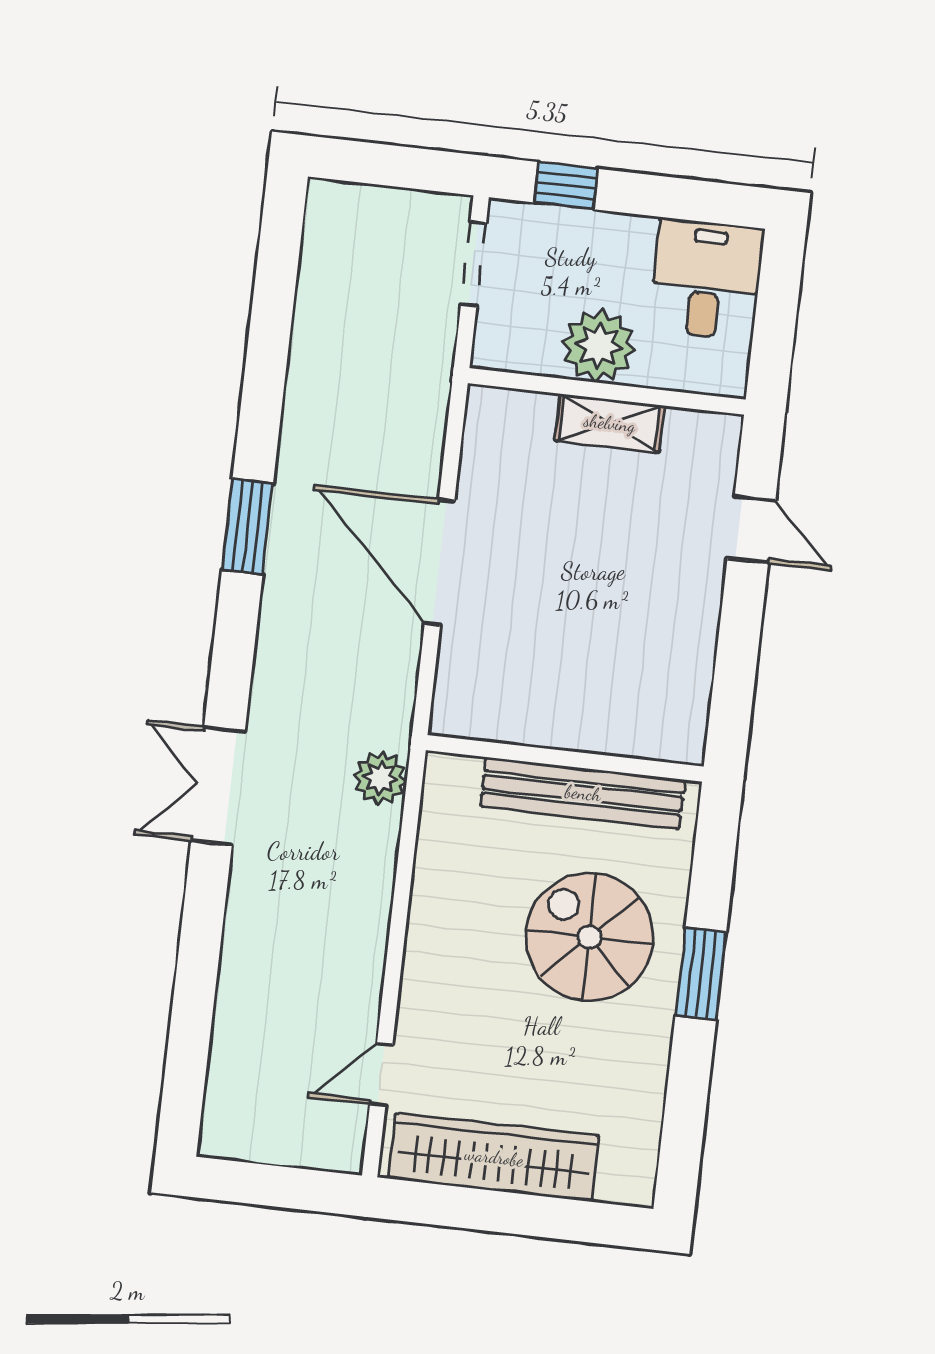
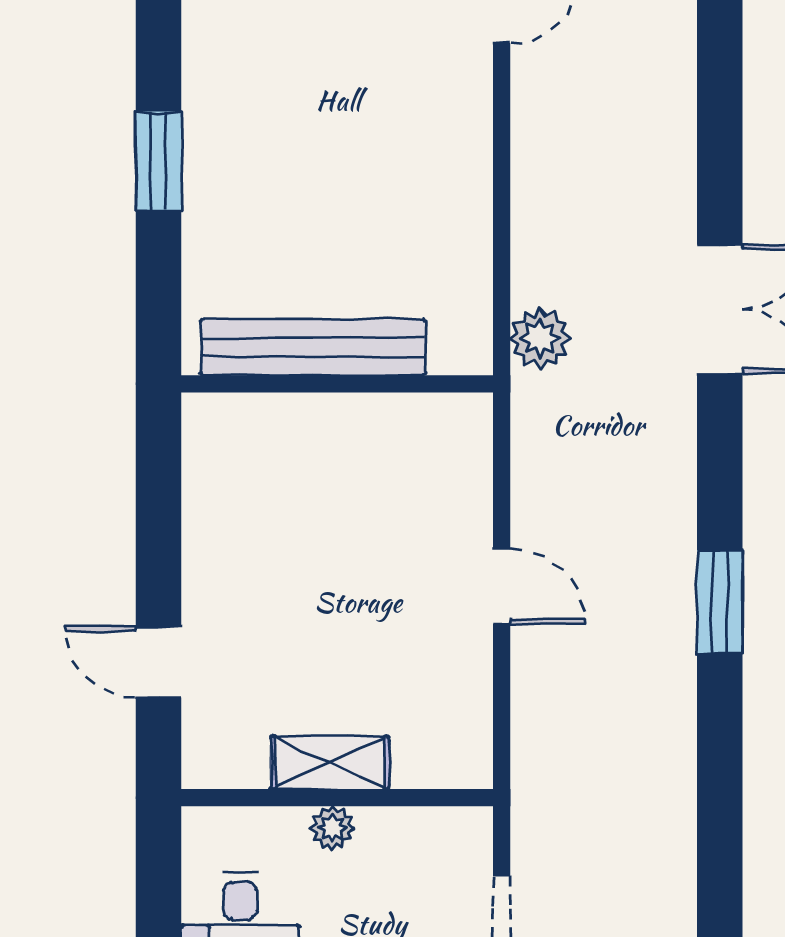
plant: (599, 346) -> (333, 828), width x0.53, depth x0.53
door: (440, 562) -> (502, 586), width x0.53
spiral stairs: (589, 937) -> (287, 188), removed

